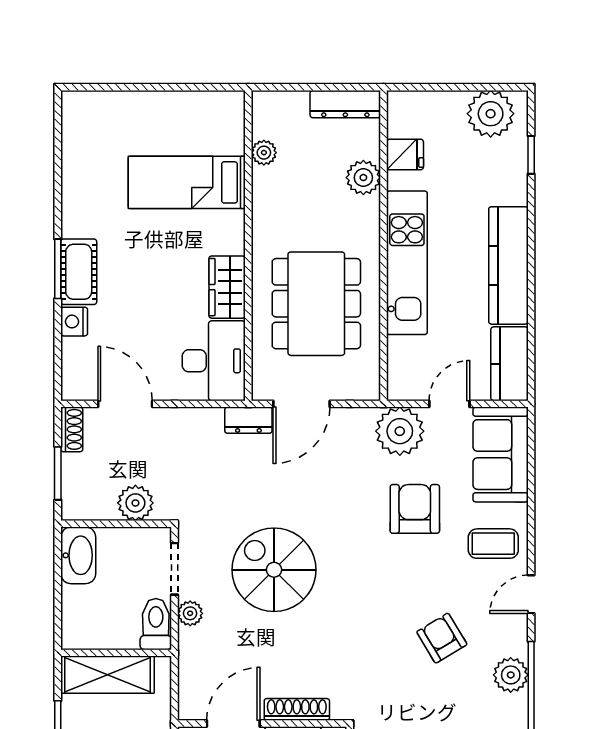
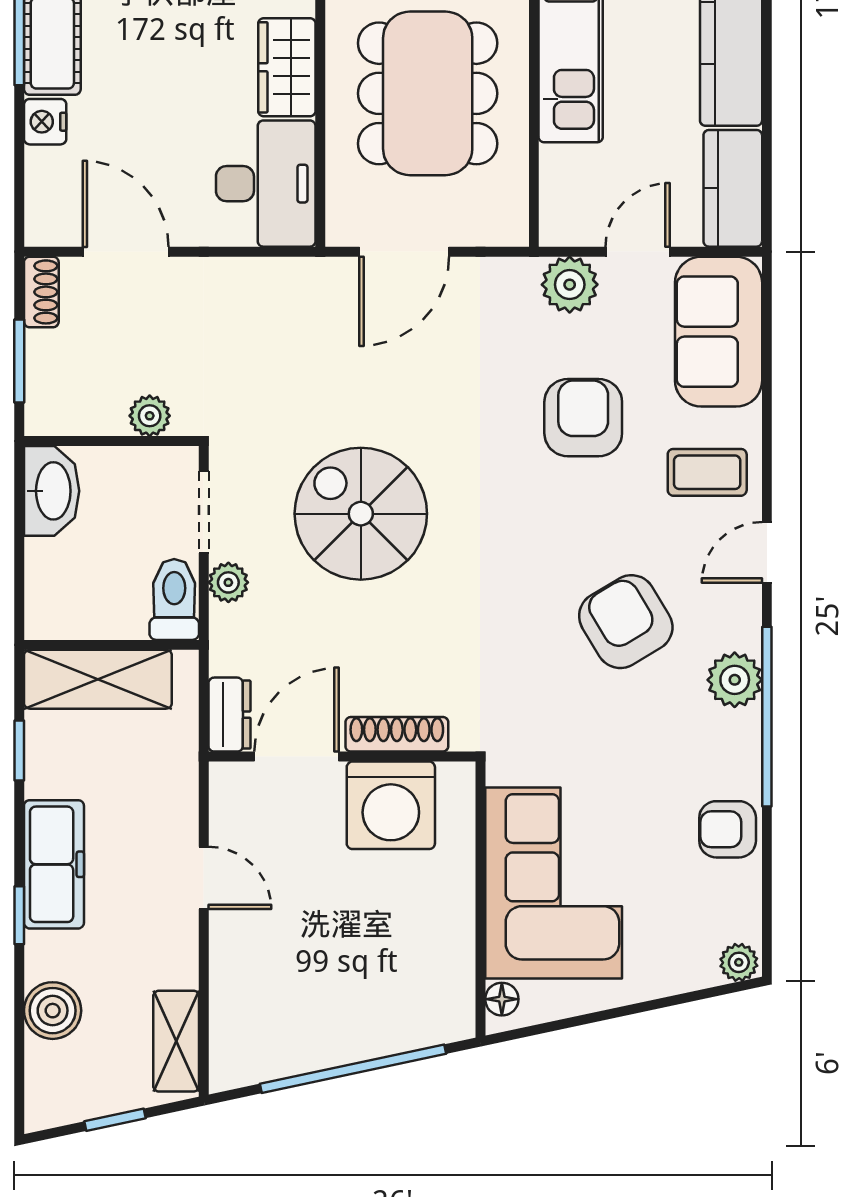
dresser: (248, 420) -> (229, 715), moved, turned -90
plant: (400, 431) -> (570, 285), width x0.73, depth x0.73
plant: (135, 503) -> (150, 416), width x0.73, depth x0.73
armchair: (442, 638) -> (626, 622), width x1.38, depth x1.38

